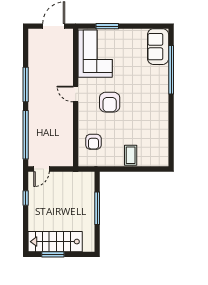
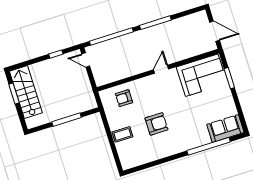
armchair: (110, 102) -> (156, 124), moved, turned 180

